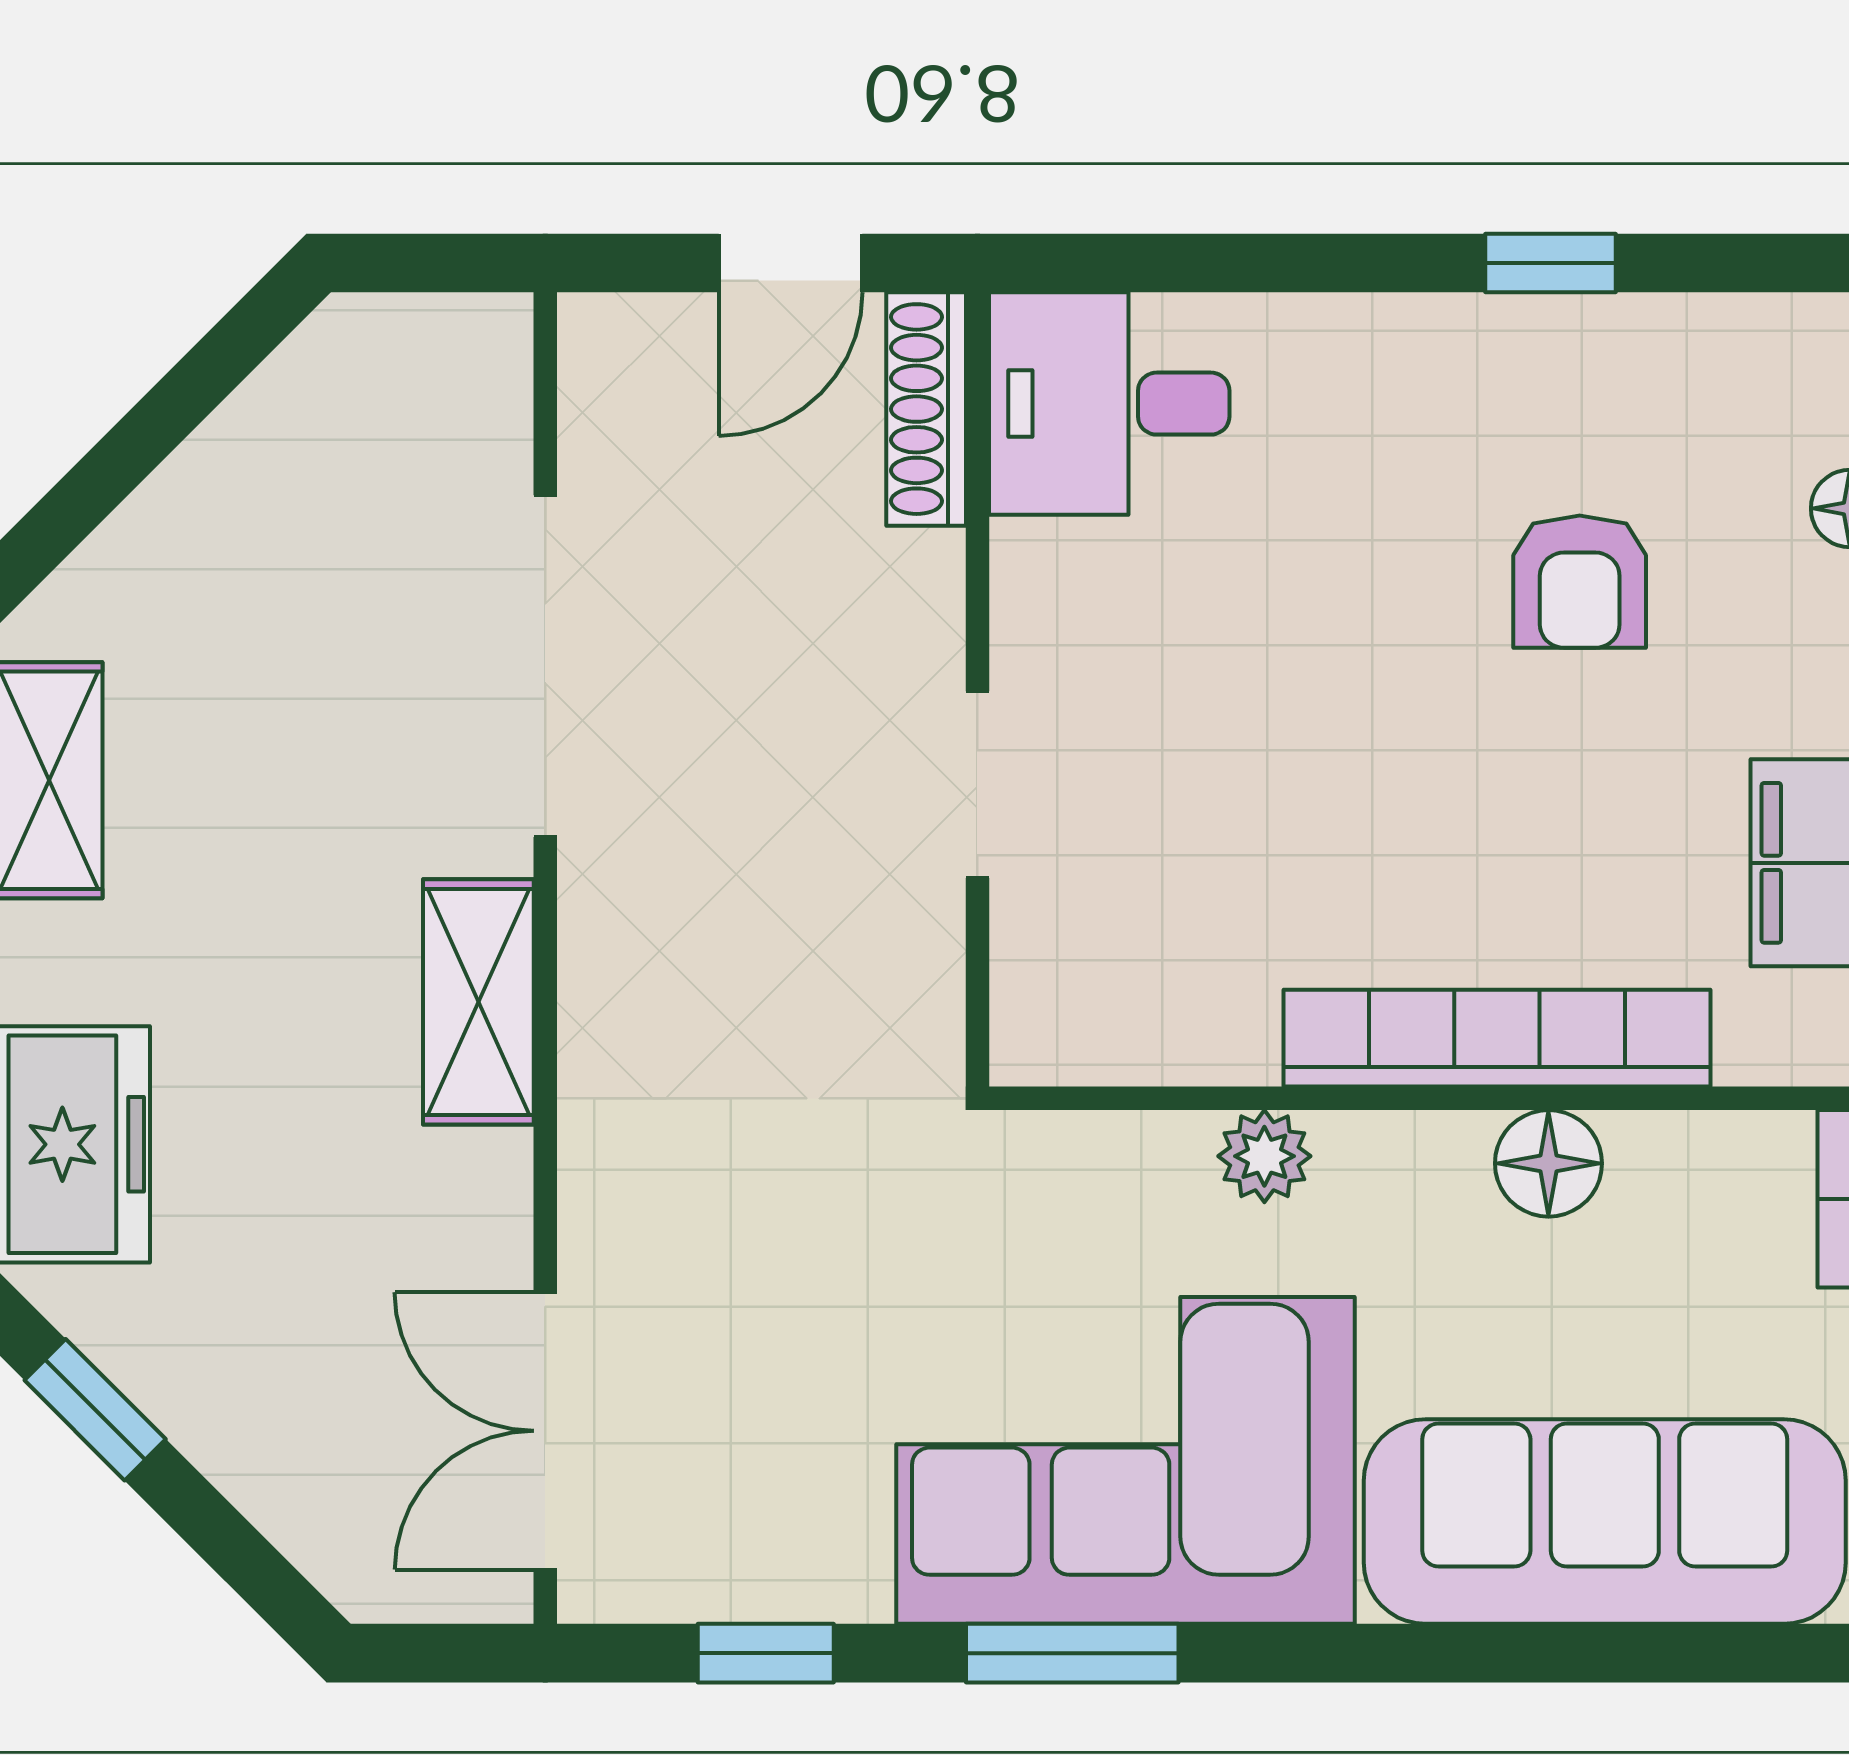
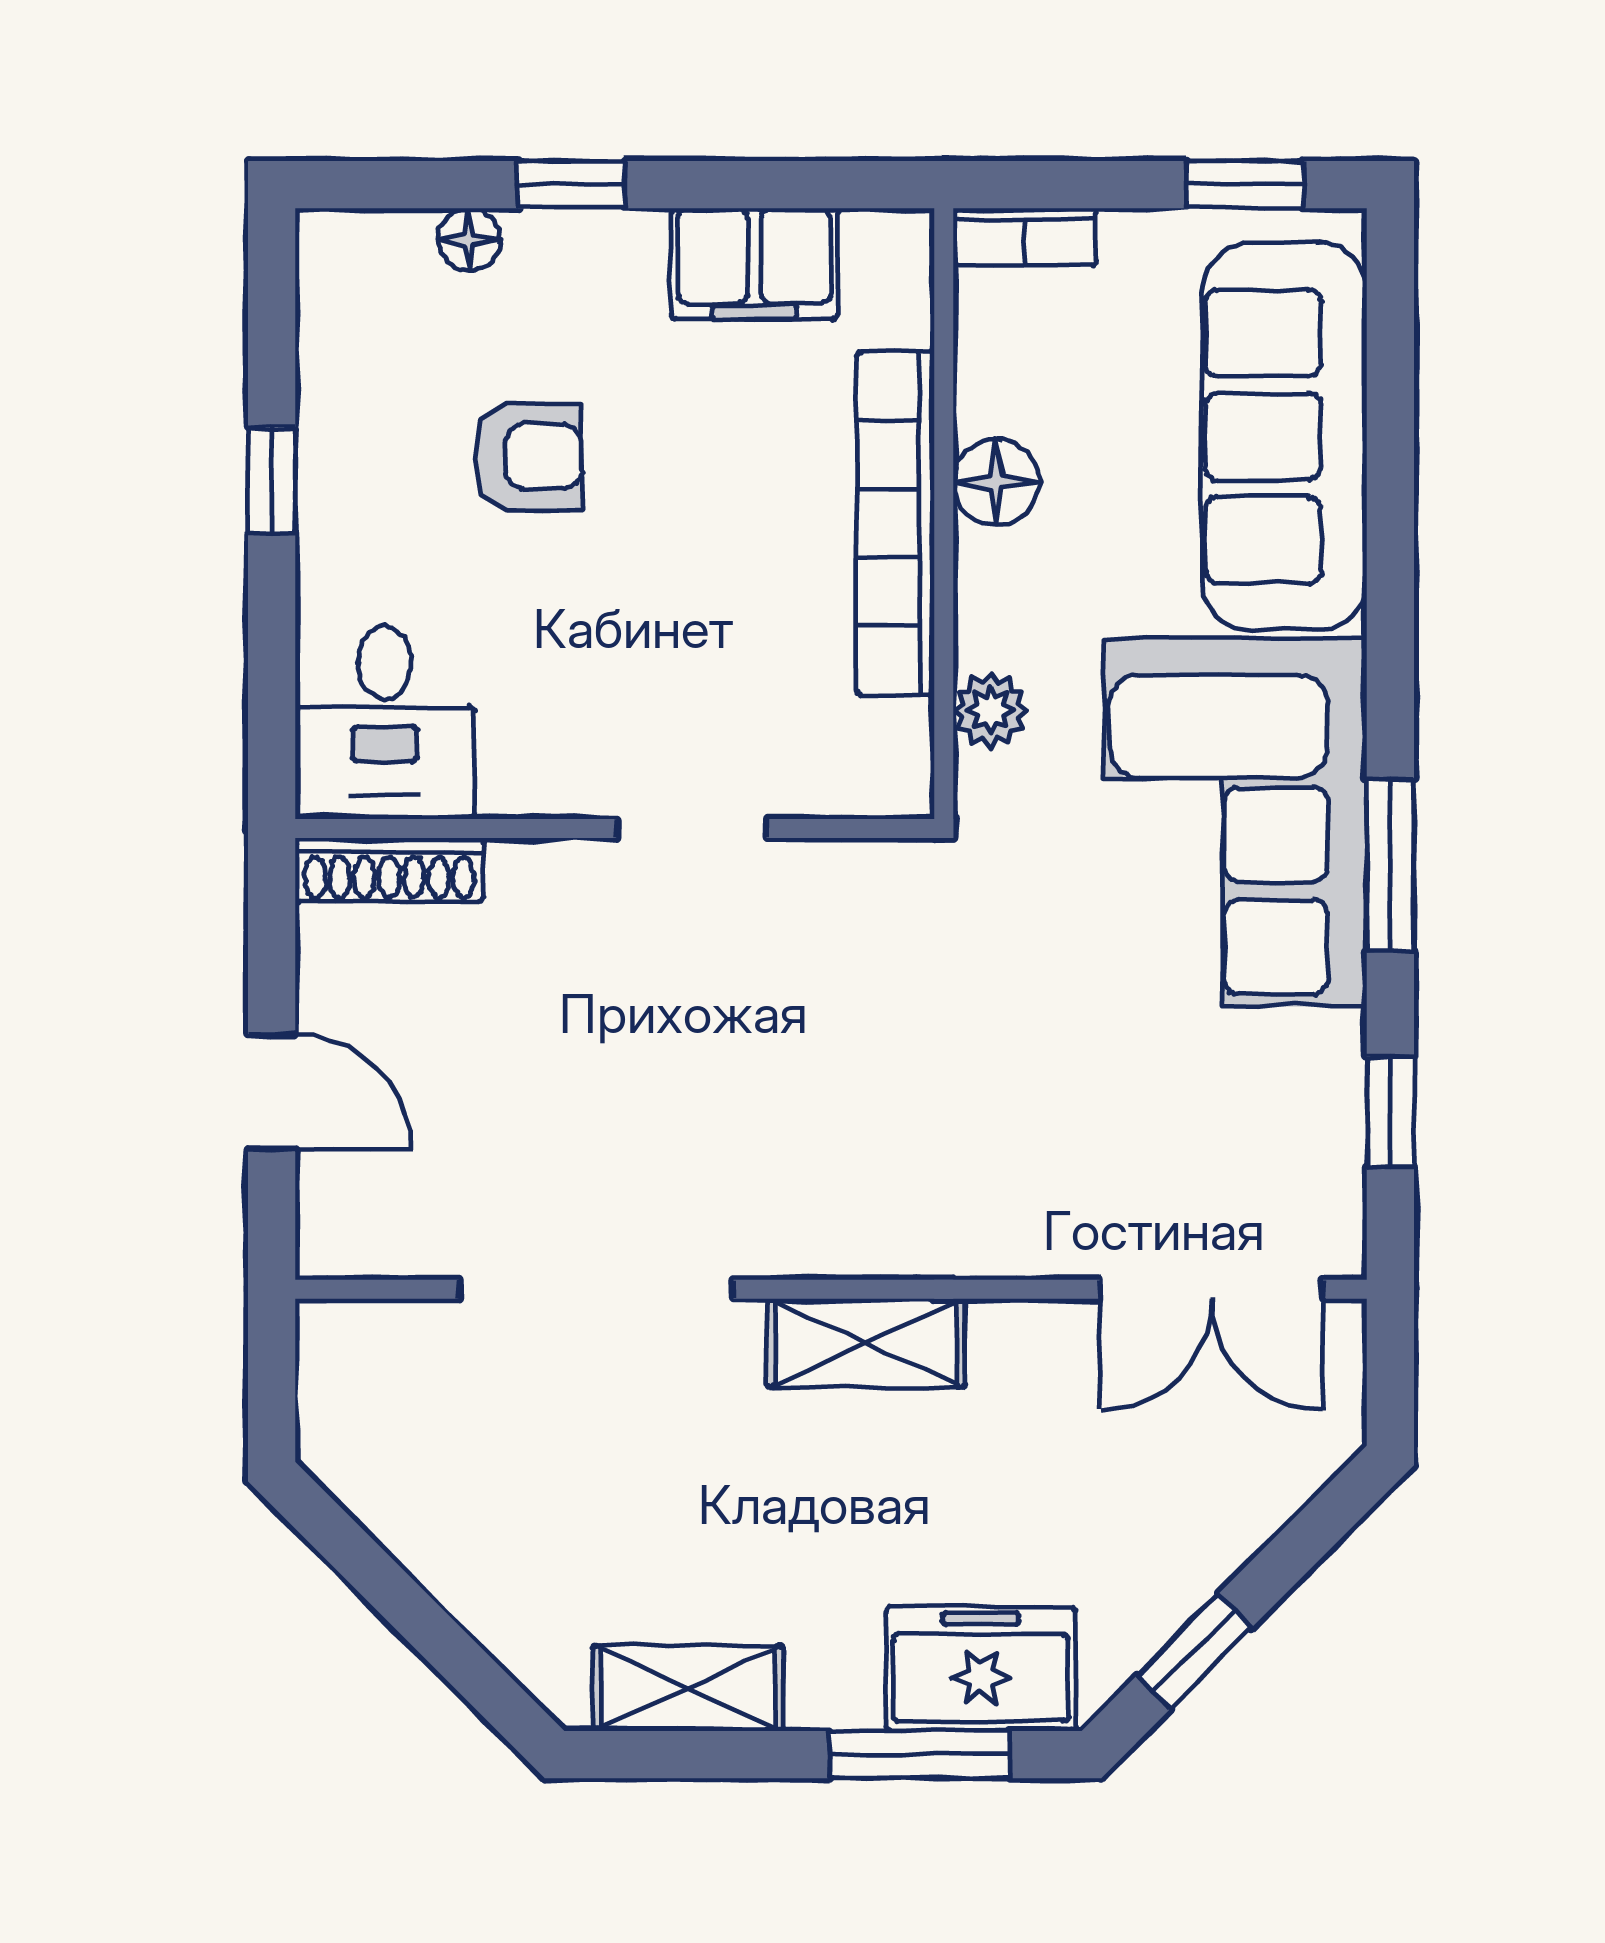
desk: (1109, 404) -> (385, 722), moved
shoe rack: (926, 409) -> (389, 870), moved
wall: (977, 689) -> (615, 829), moved
doorway: (977, 785) -> (691, 829), moved

